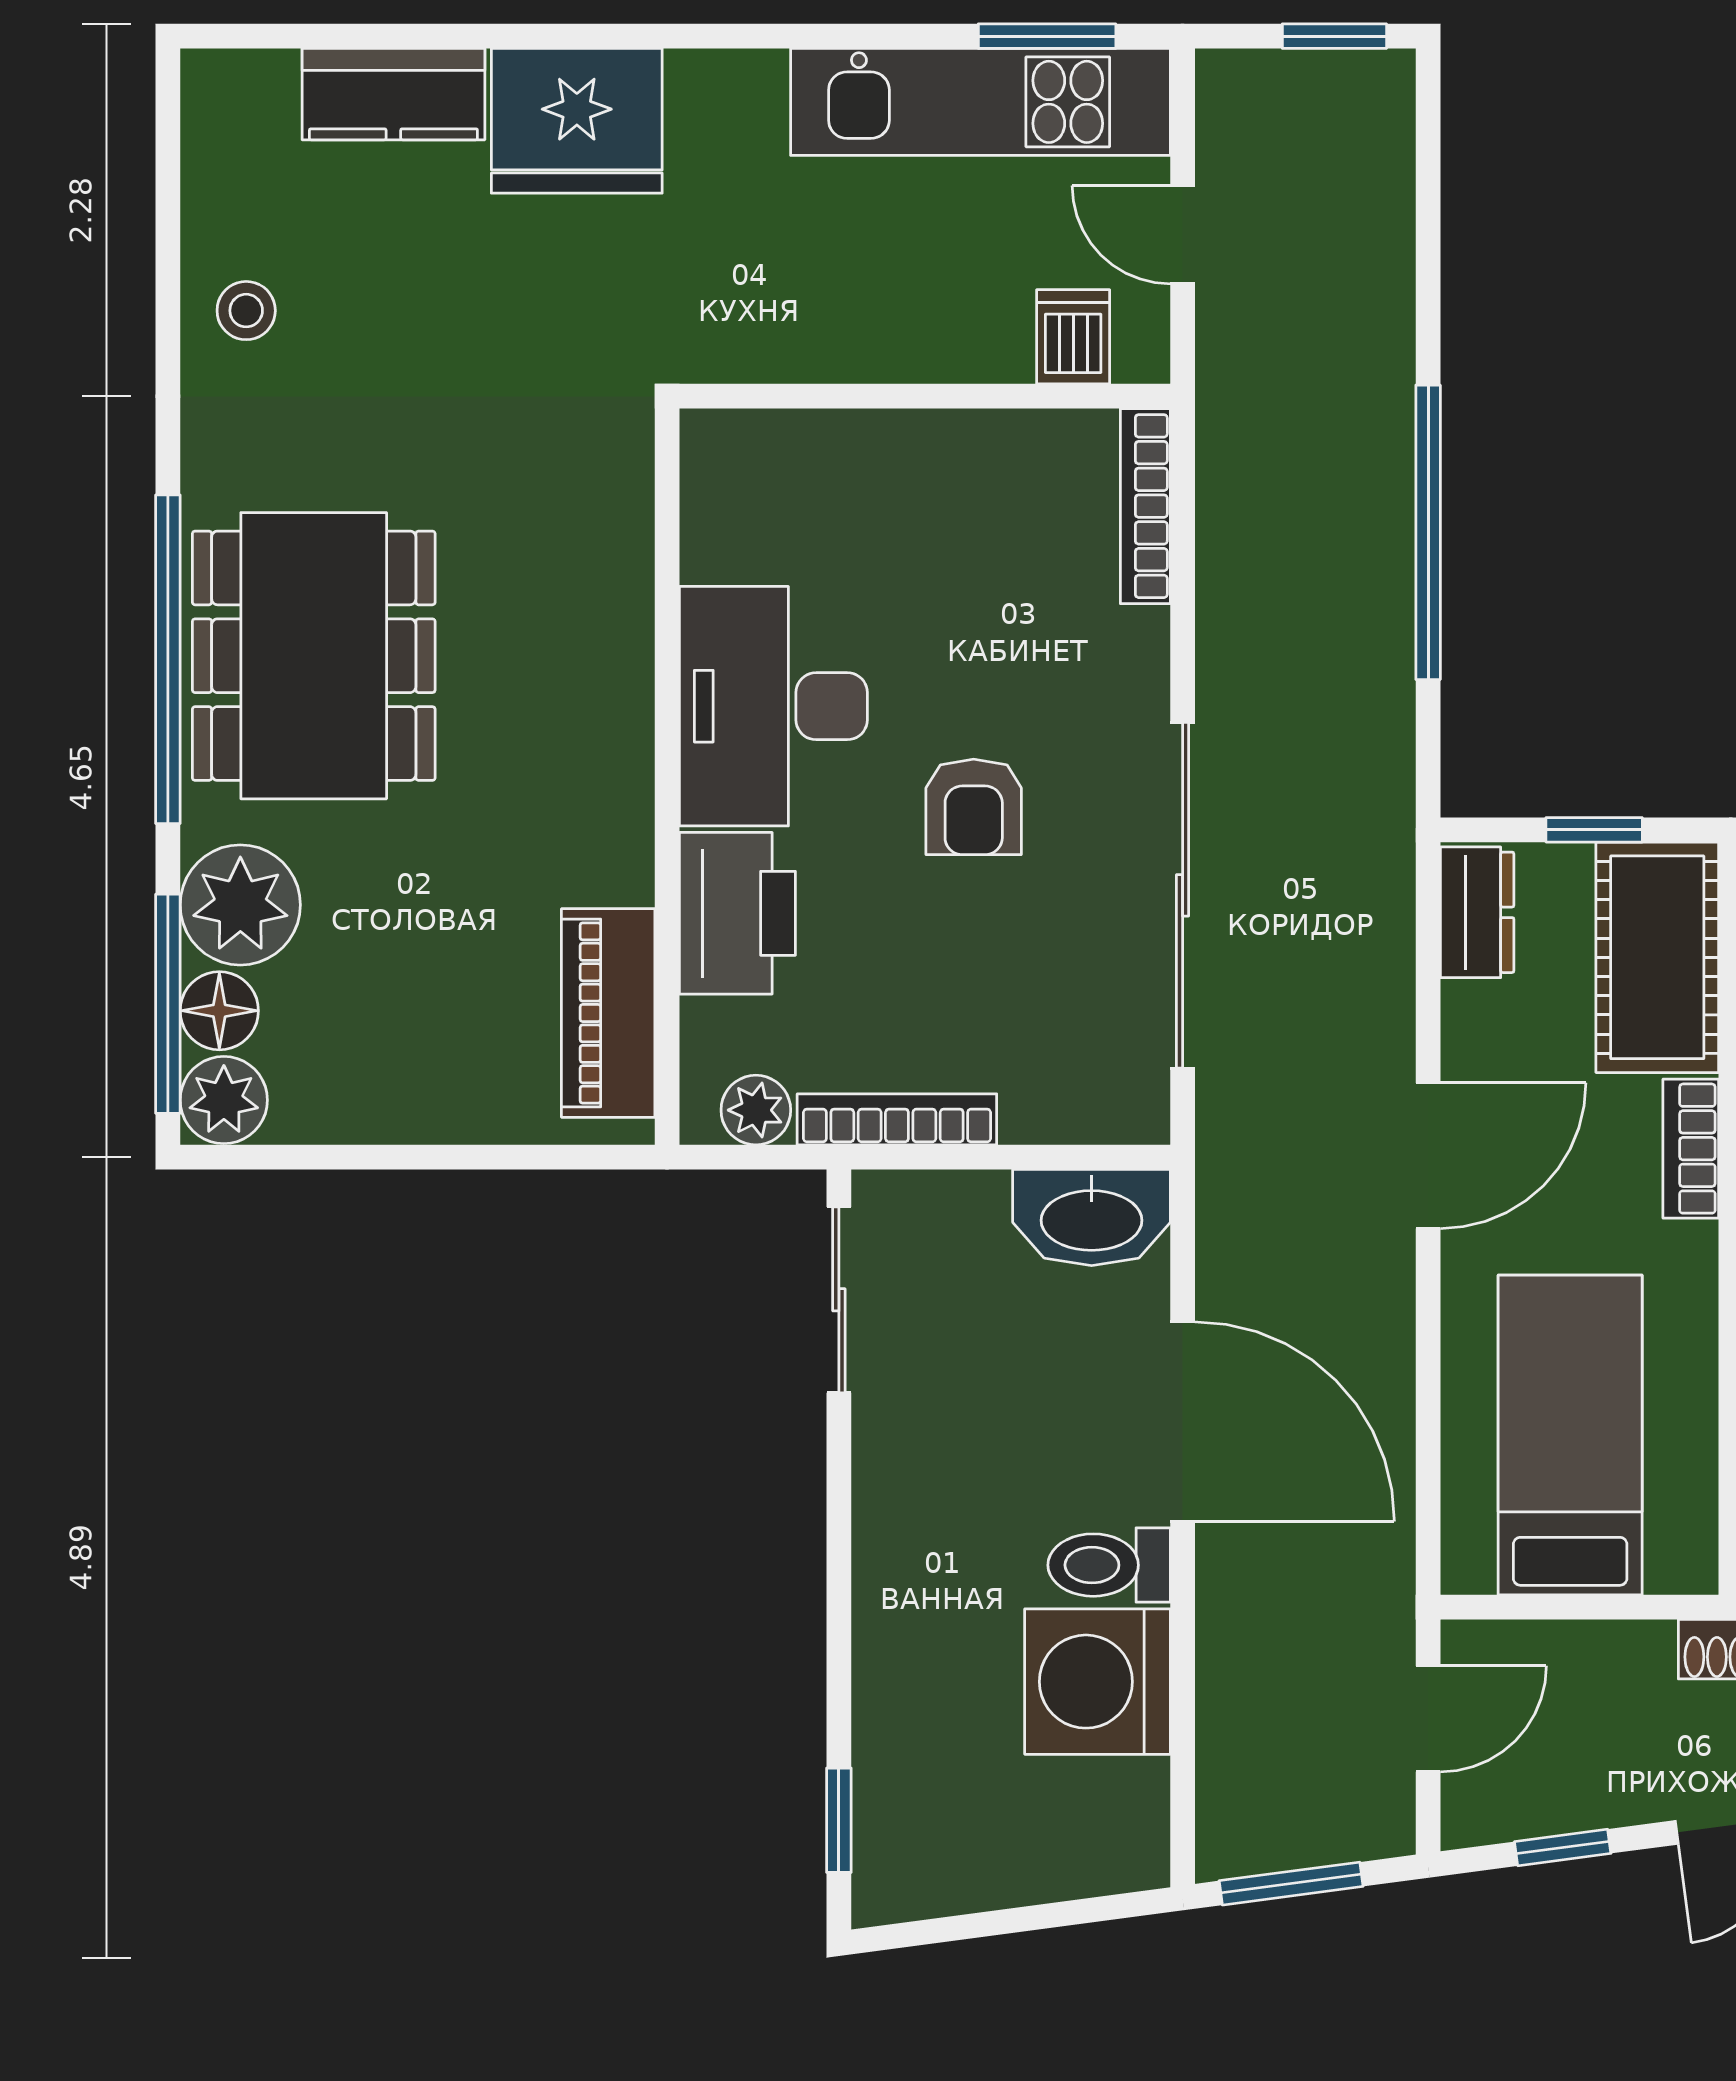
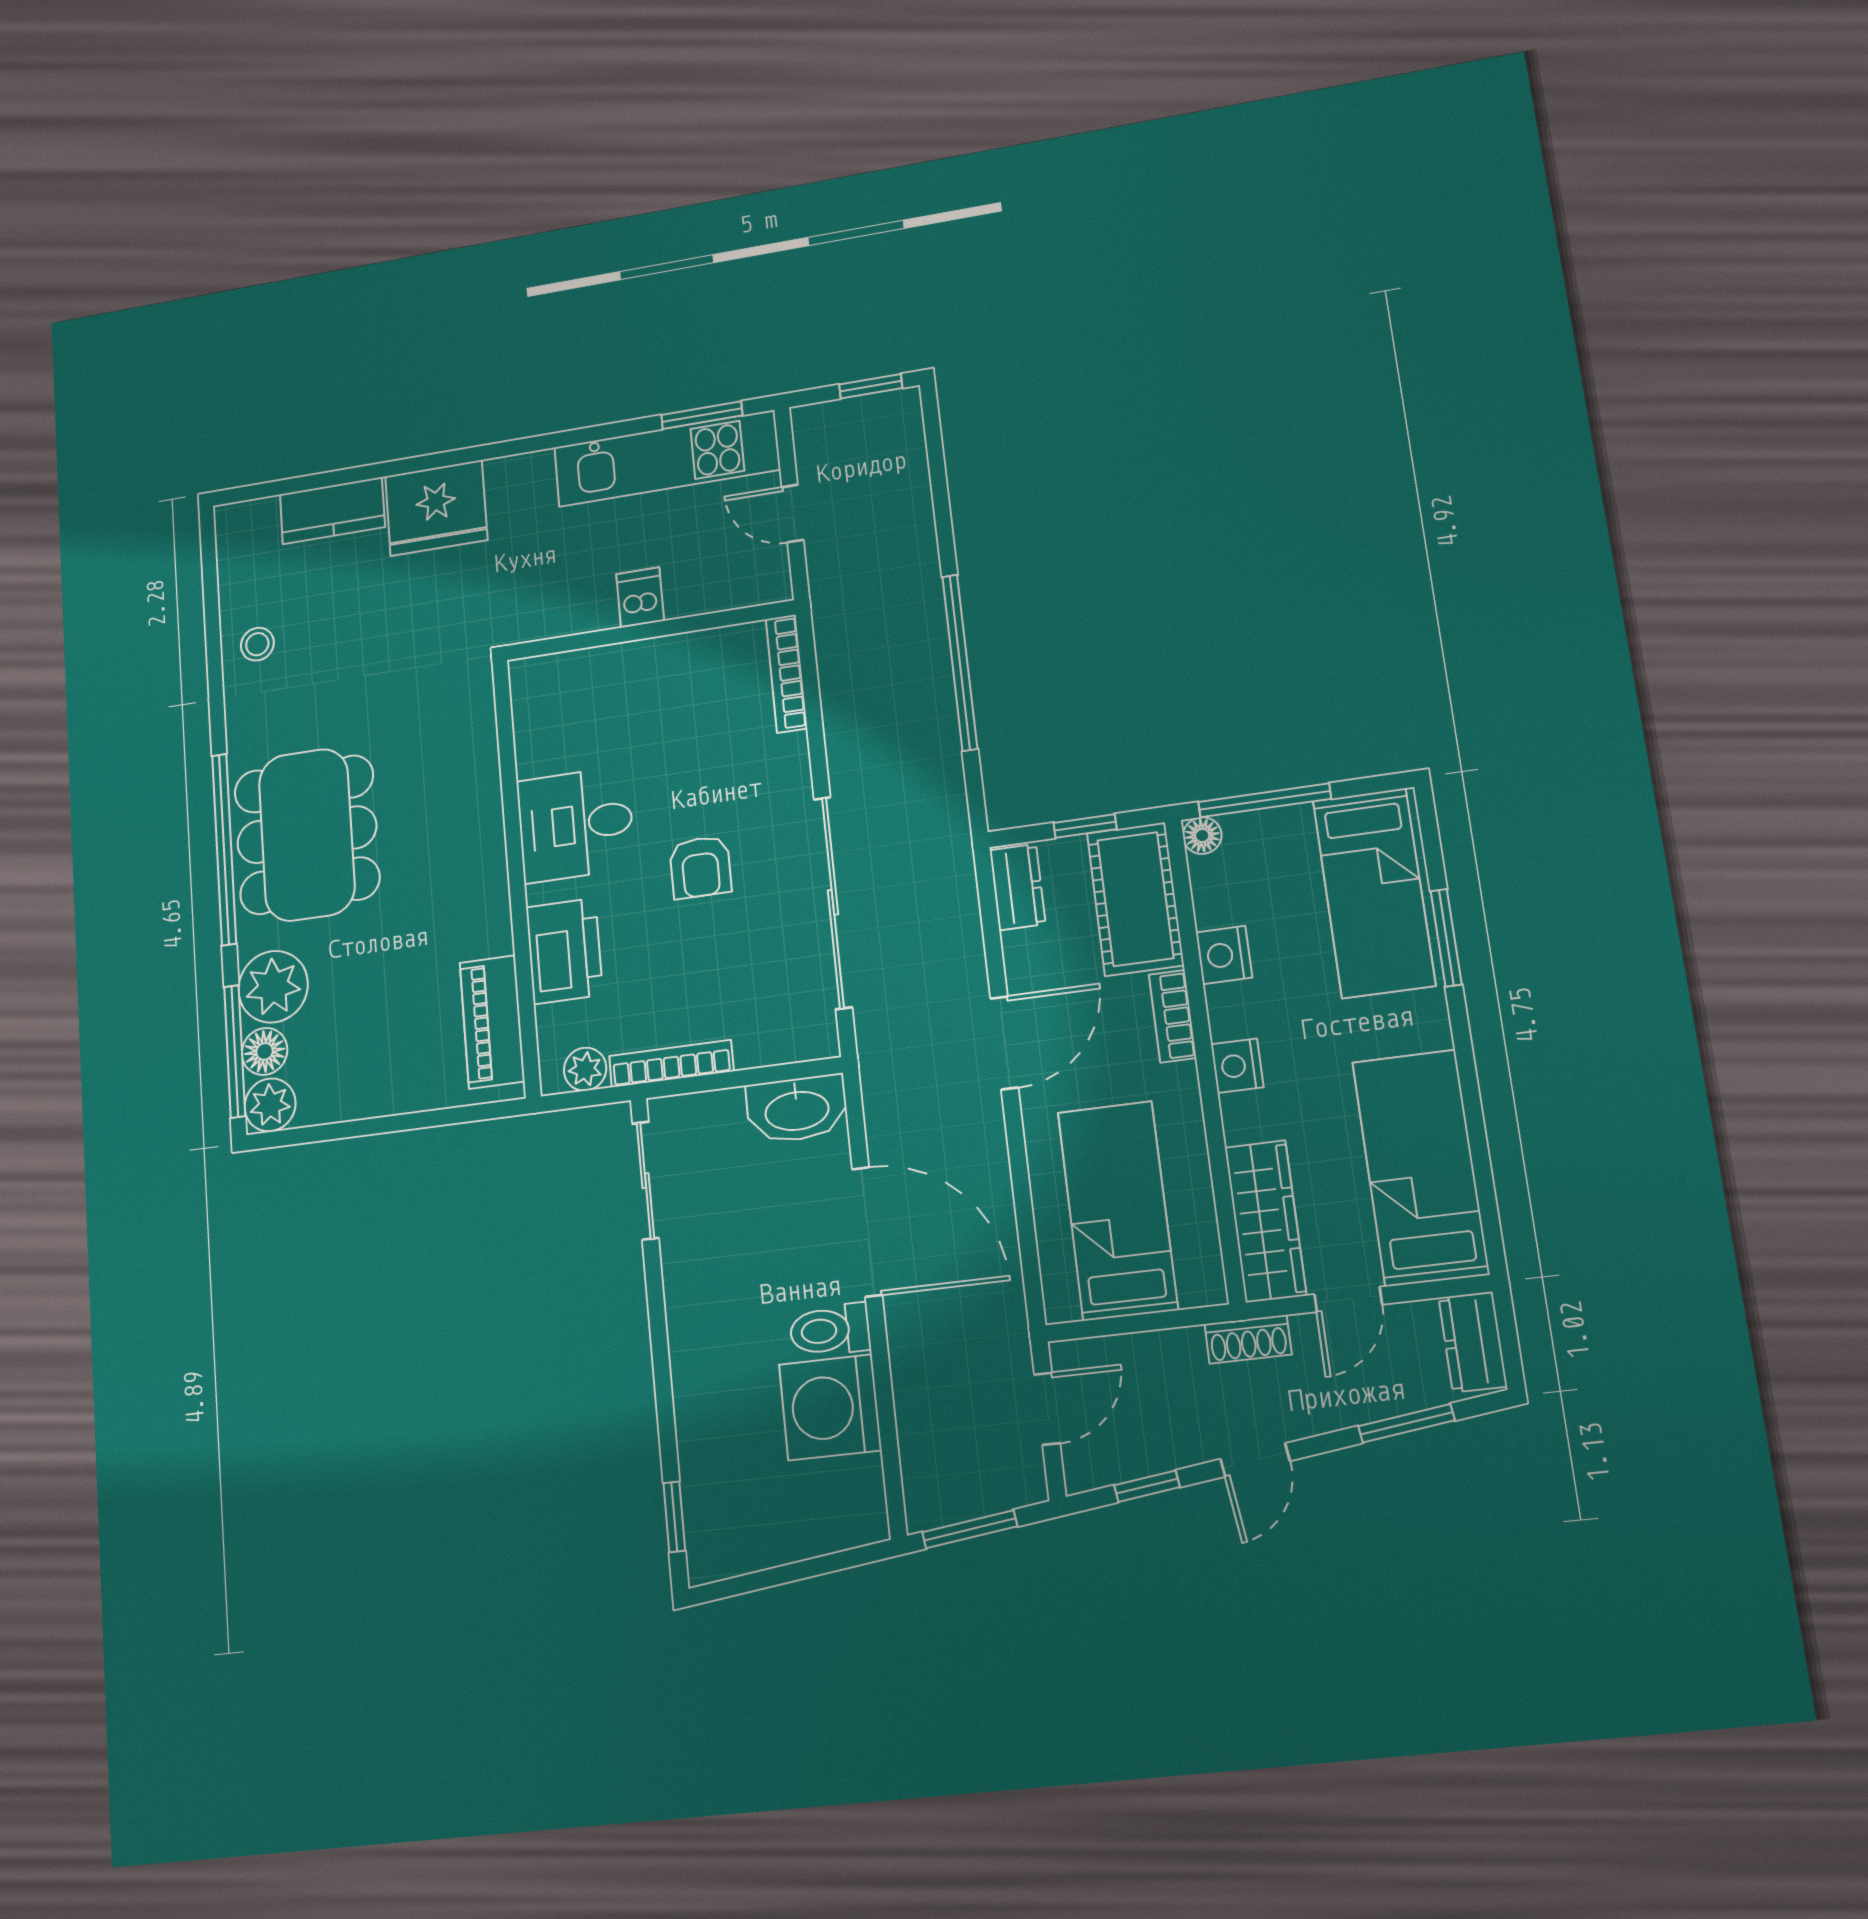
dishwasher: (1073, 337) -> (640, 597), moved
desk: (773, 706) -> (576, 825), width x0.73

